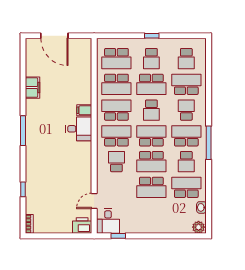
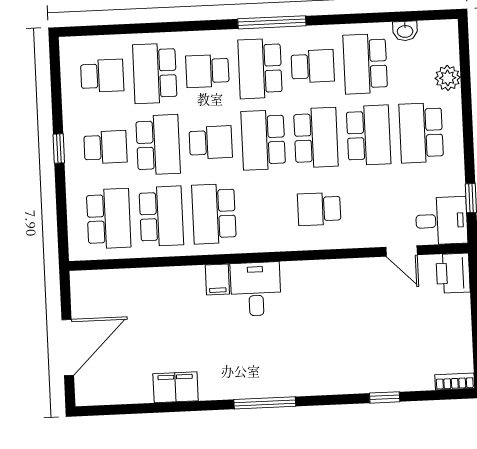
school desk: (116, 136) -> (421, 133), moved
plant: (199, 227) -> (448, 78), moved

